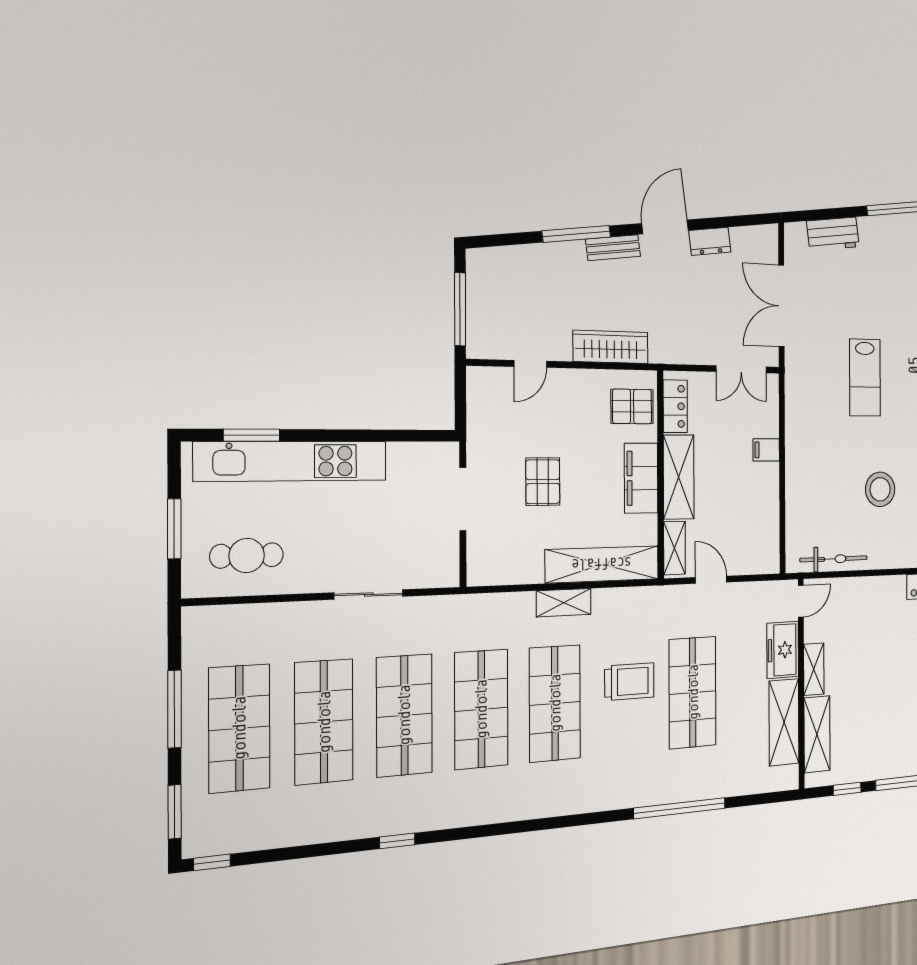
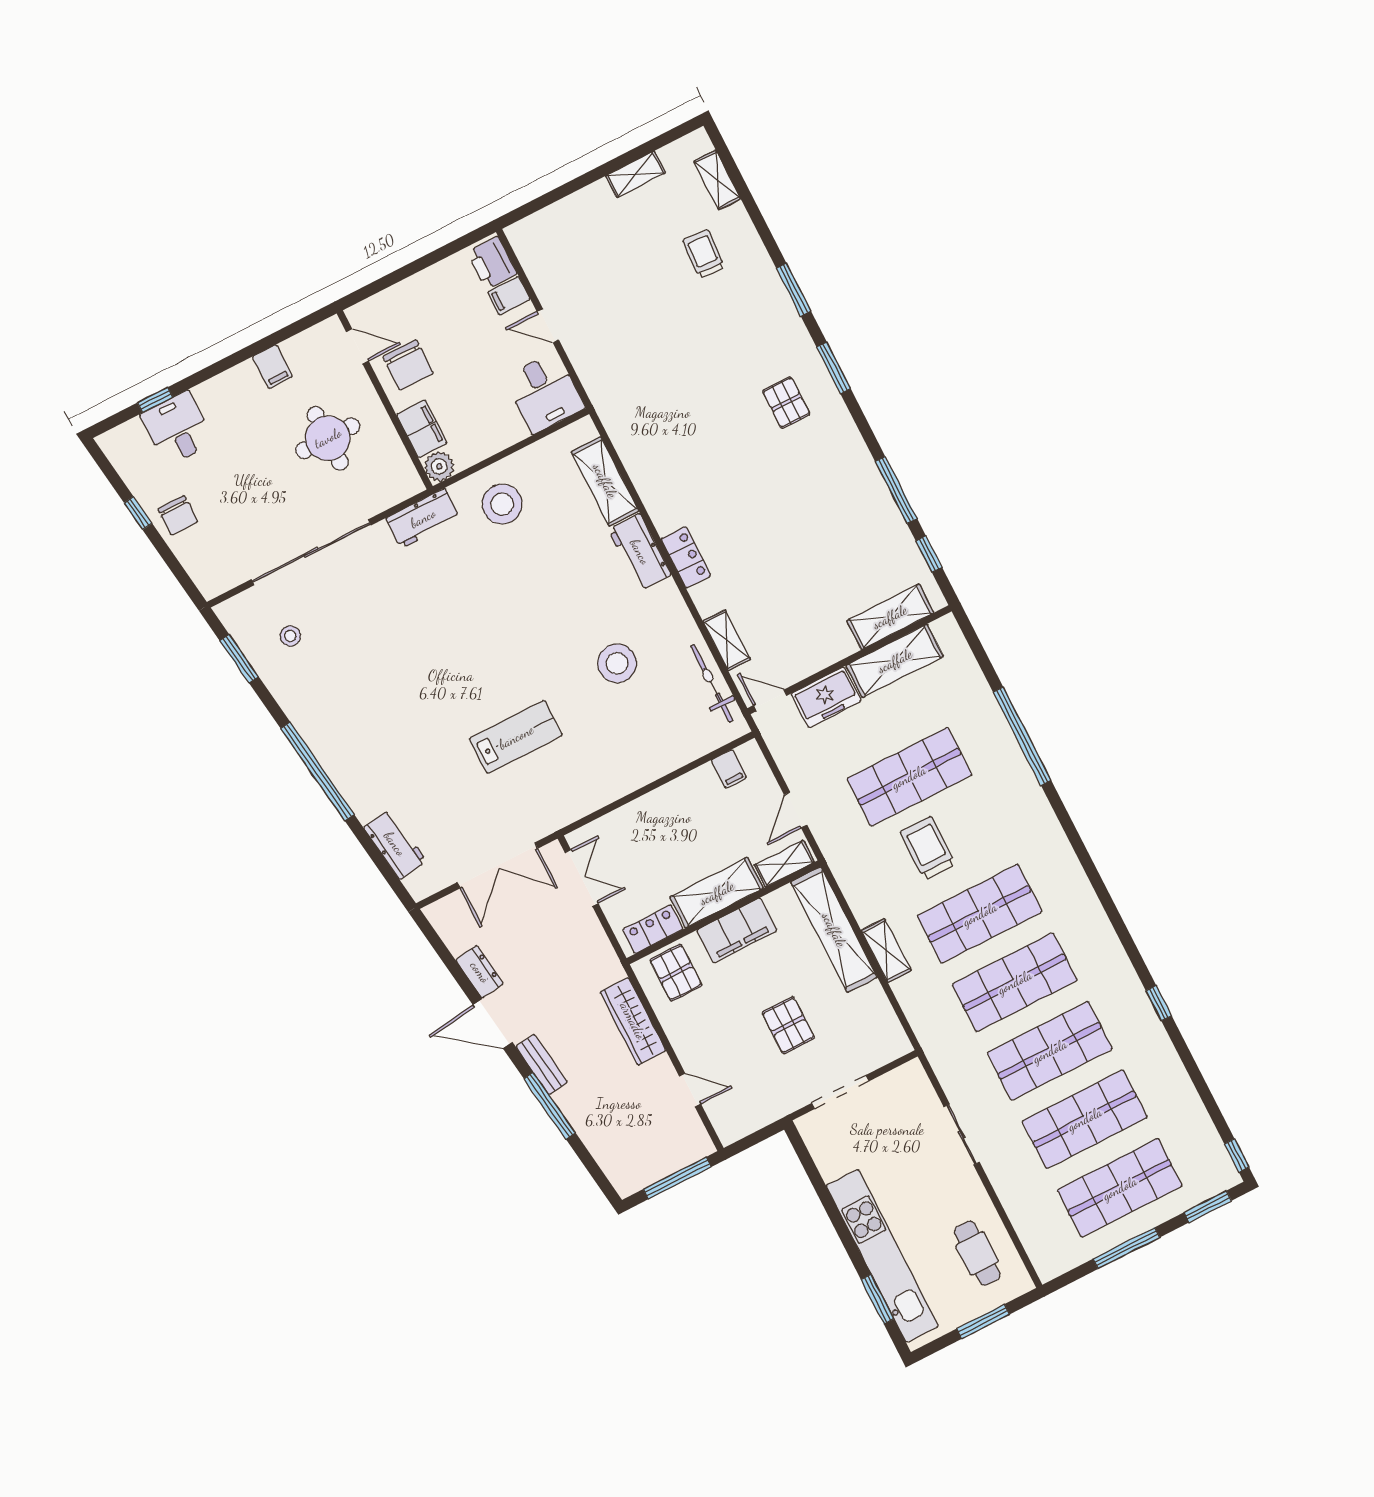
filing cabinet: (766, 450) -> (729, 769), moved
pallet: (543, 482) -> (788, 1025), turned 90
shelving: (814, 669) -> (727, 640), moved, turned 90

